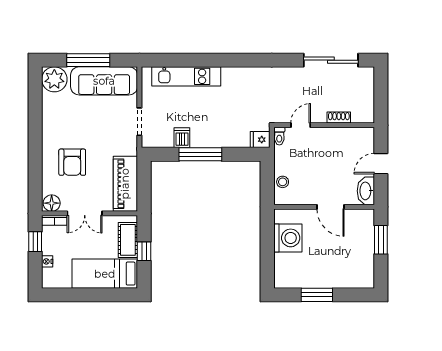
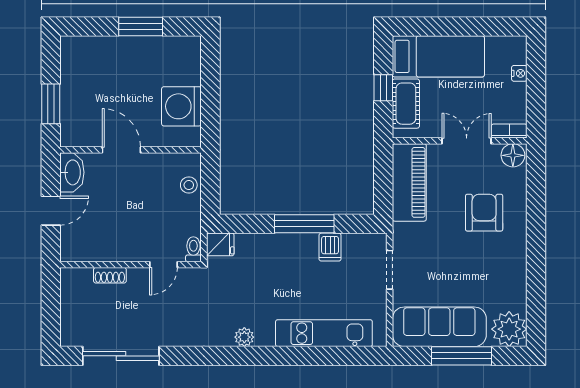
plant: (243, 74) -> (244, 337), added
window: (35, 242) -> (536, 101), removed

